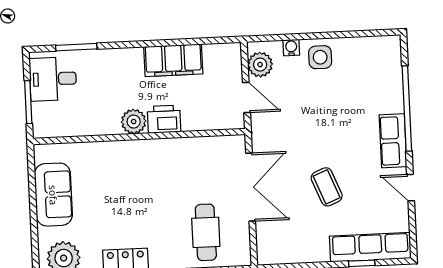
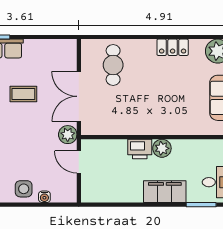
filing cabinet: (173, 60) -> (165, 192), moved
plant: (260, 65) -> (68, 135), moved
coffee table: (327, 187) -> (23, 94), turned -68

